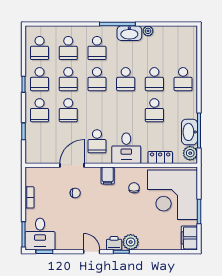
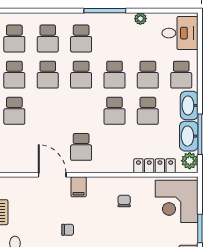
washbasin: (129, 33) -> (189, 105), moved, turned 90
school desk: (68, 110) -> (114, 111), moved
desk: (126, 148) -> (180, 33), moved, turned -90
locker: (160, 158) -> (155, 166), width x1.53
door: (72, 165) -> (52, 175), hinge flipped
filing cabinet: (108, 176) -> (79, 187), moved
chair: (75, 193) -> (68, 230), moved
corner desk: (173, 195) -> (177, 201), width x0.74, depth x0.74

